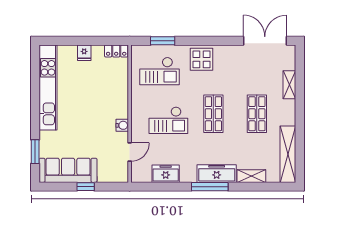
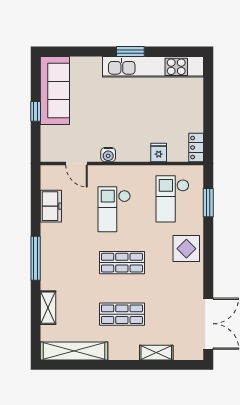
fridge: (84, 53) -> (159, 153), moved, turned 90
window: (35, 152) -> (130, 52), moved
freezer: (217, 174) -> (51, 266), removed

